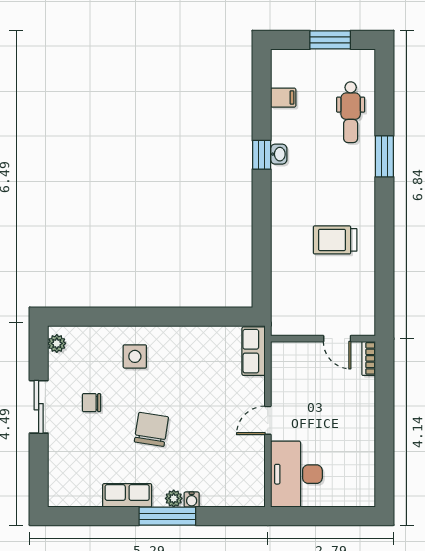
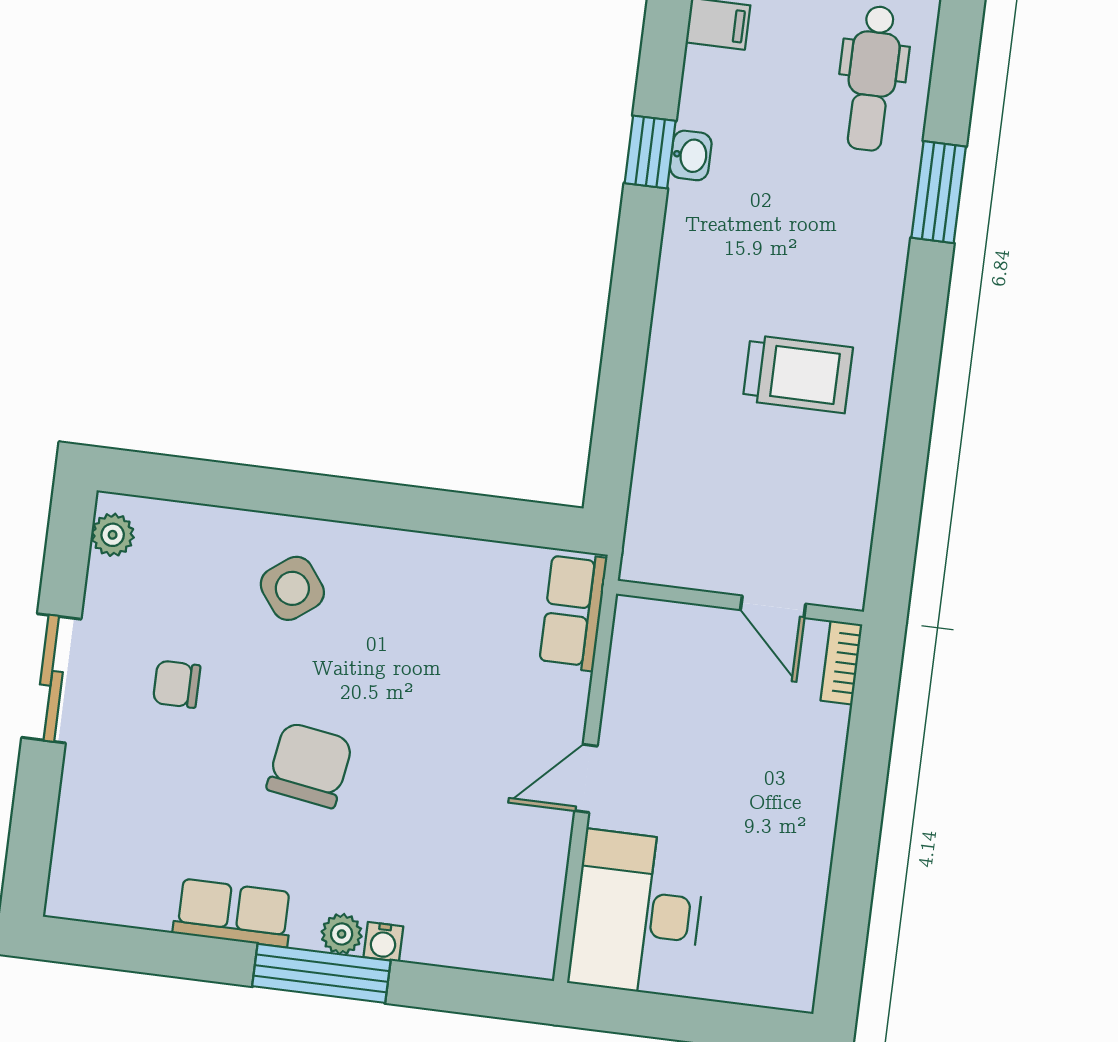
trolley: (335, 240) -> (798, 374), turned 180
side table: (135, 356) -> (292, 588), turned -37

